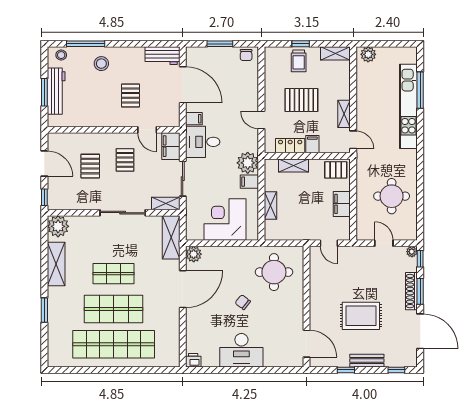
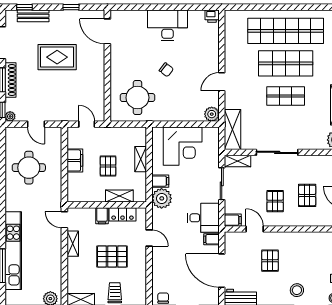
filing cabinet: (171, 146) -> (233, 220), width x0.50
pallet: (336, 170) -> (108, 166), moved, turned 90
door: (183, 289) -> (222, 82), width x0.53
bench: (367, 361) -> (33, 16), moved

